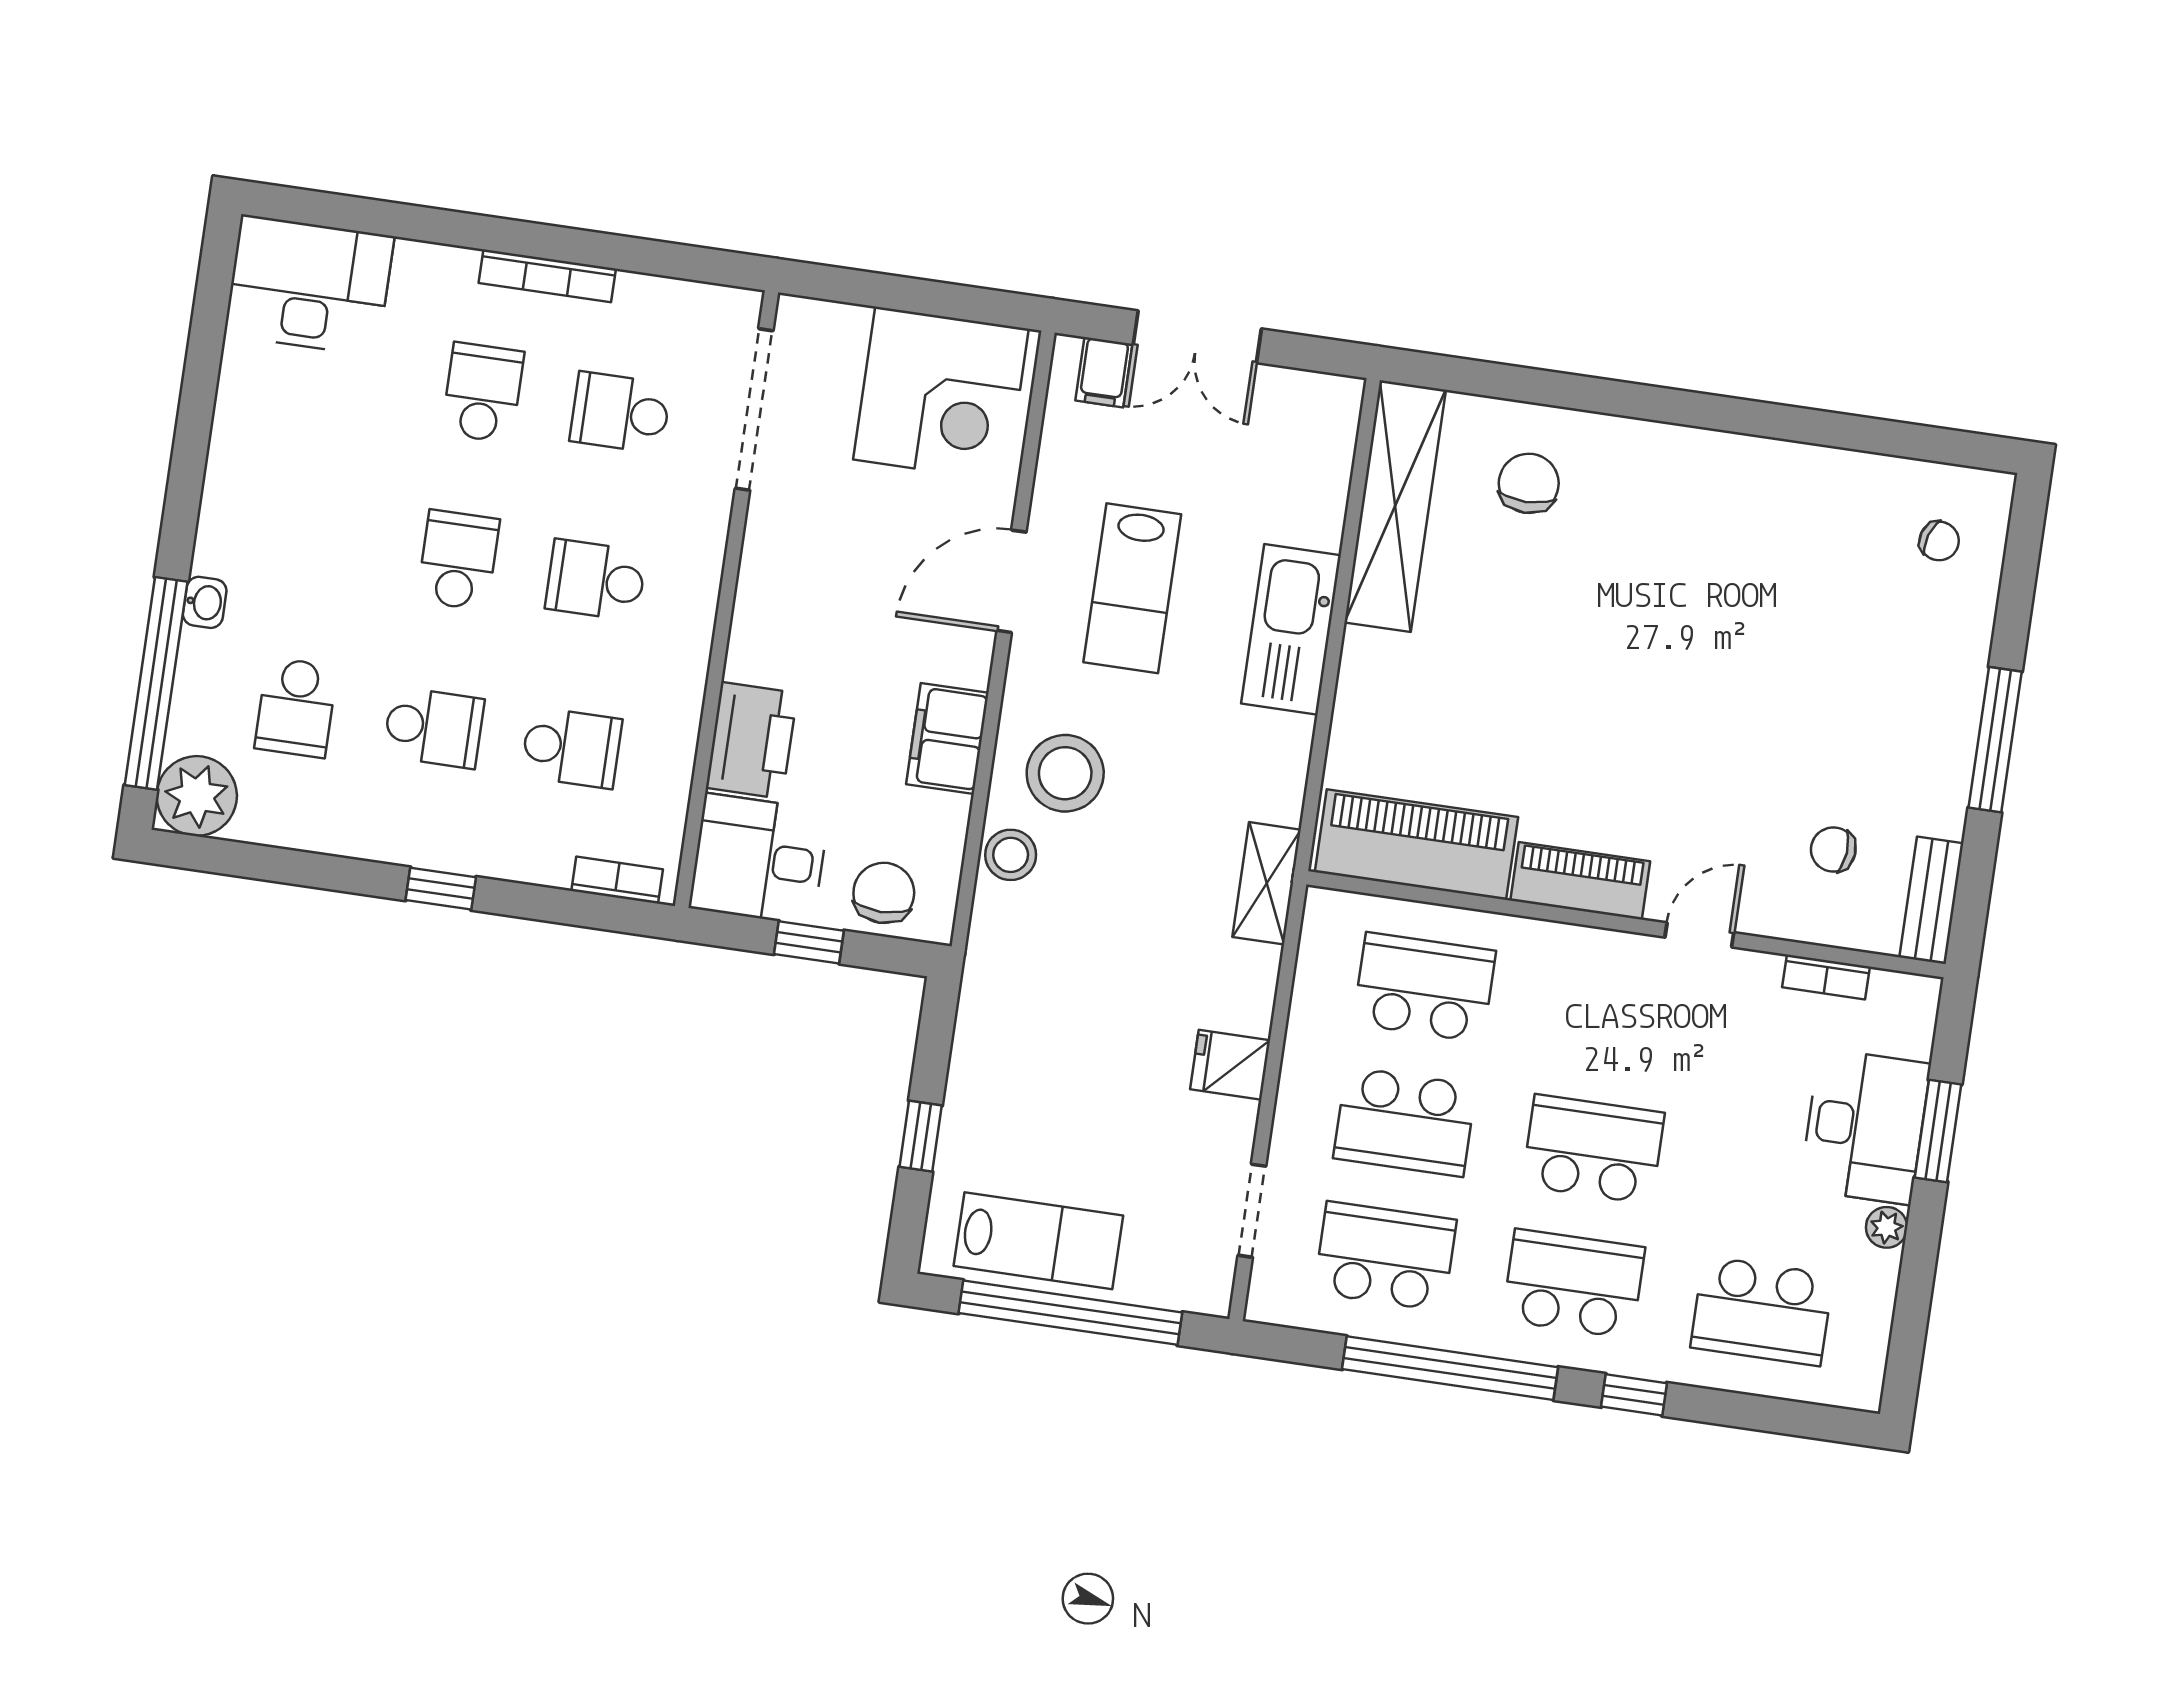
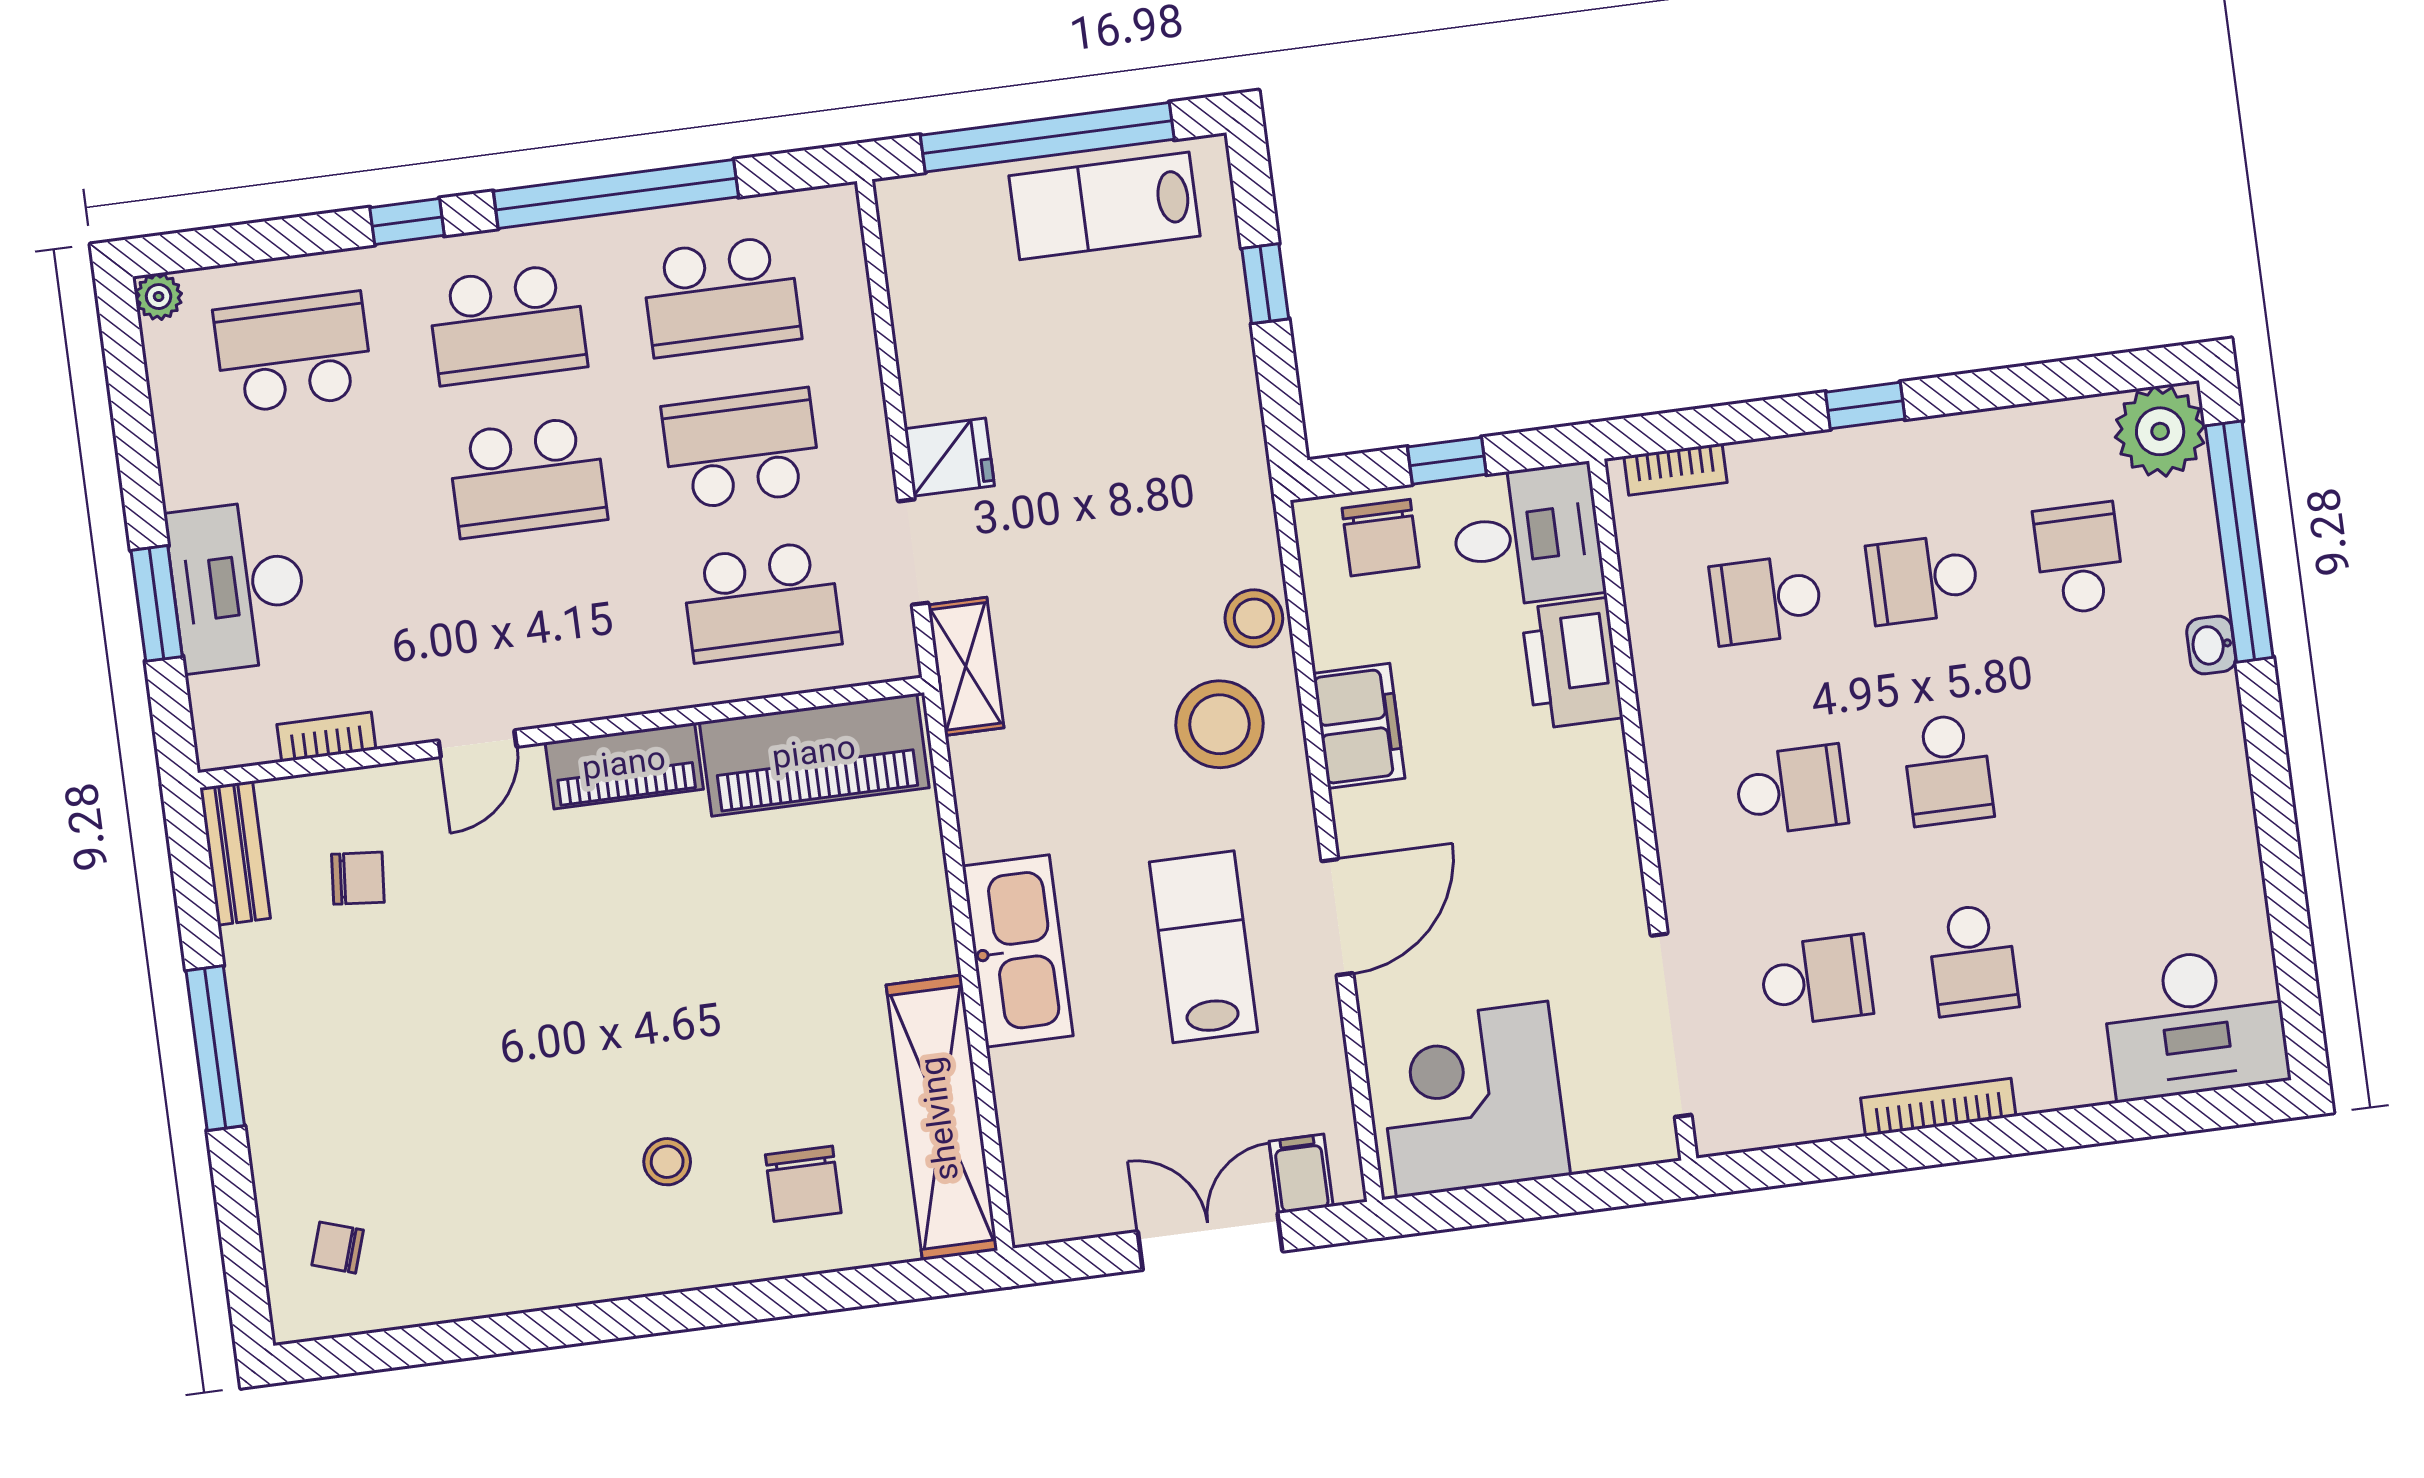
stool: (1639, 535) -> (667, 1162), added
doorway: (1252, 1211) -> (913, 552), moved
plant: (1887, 1227) -> (159, 297), moved

